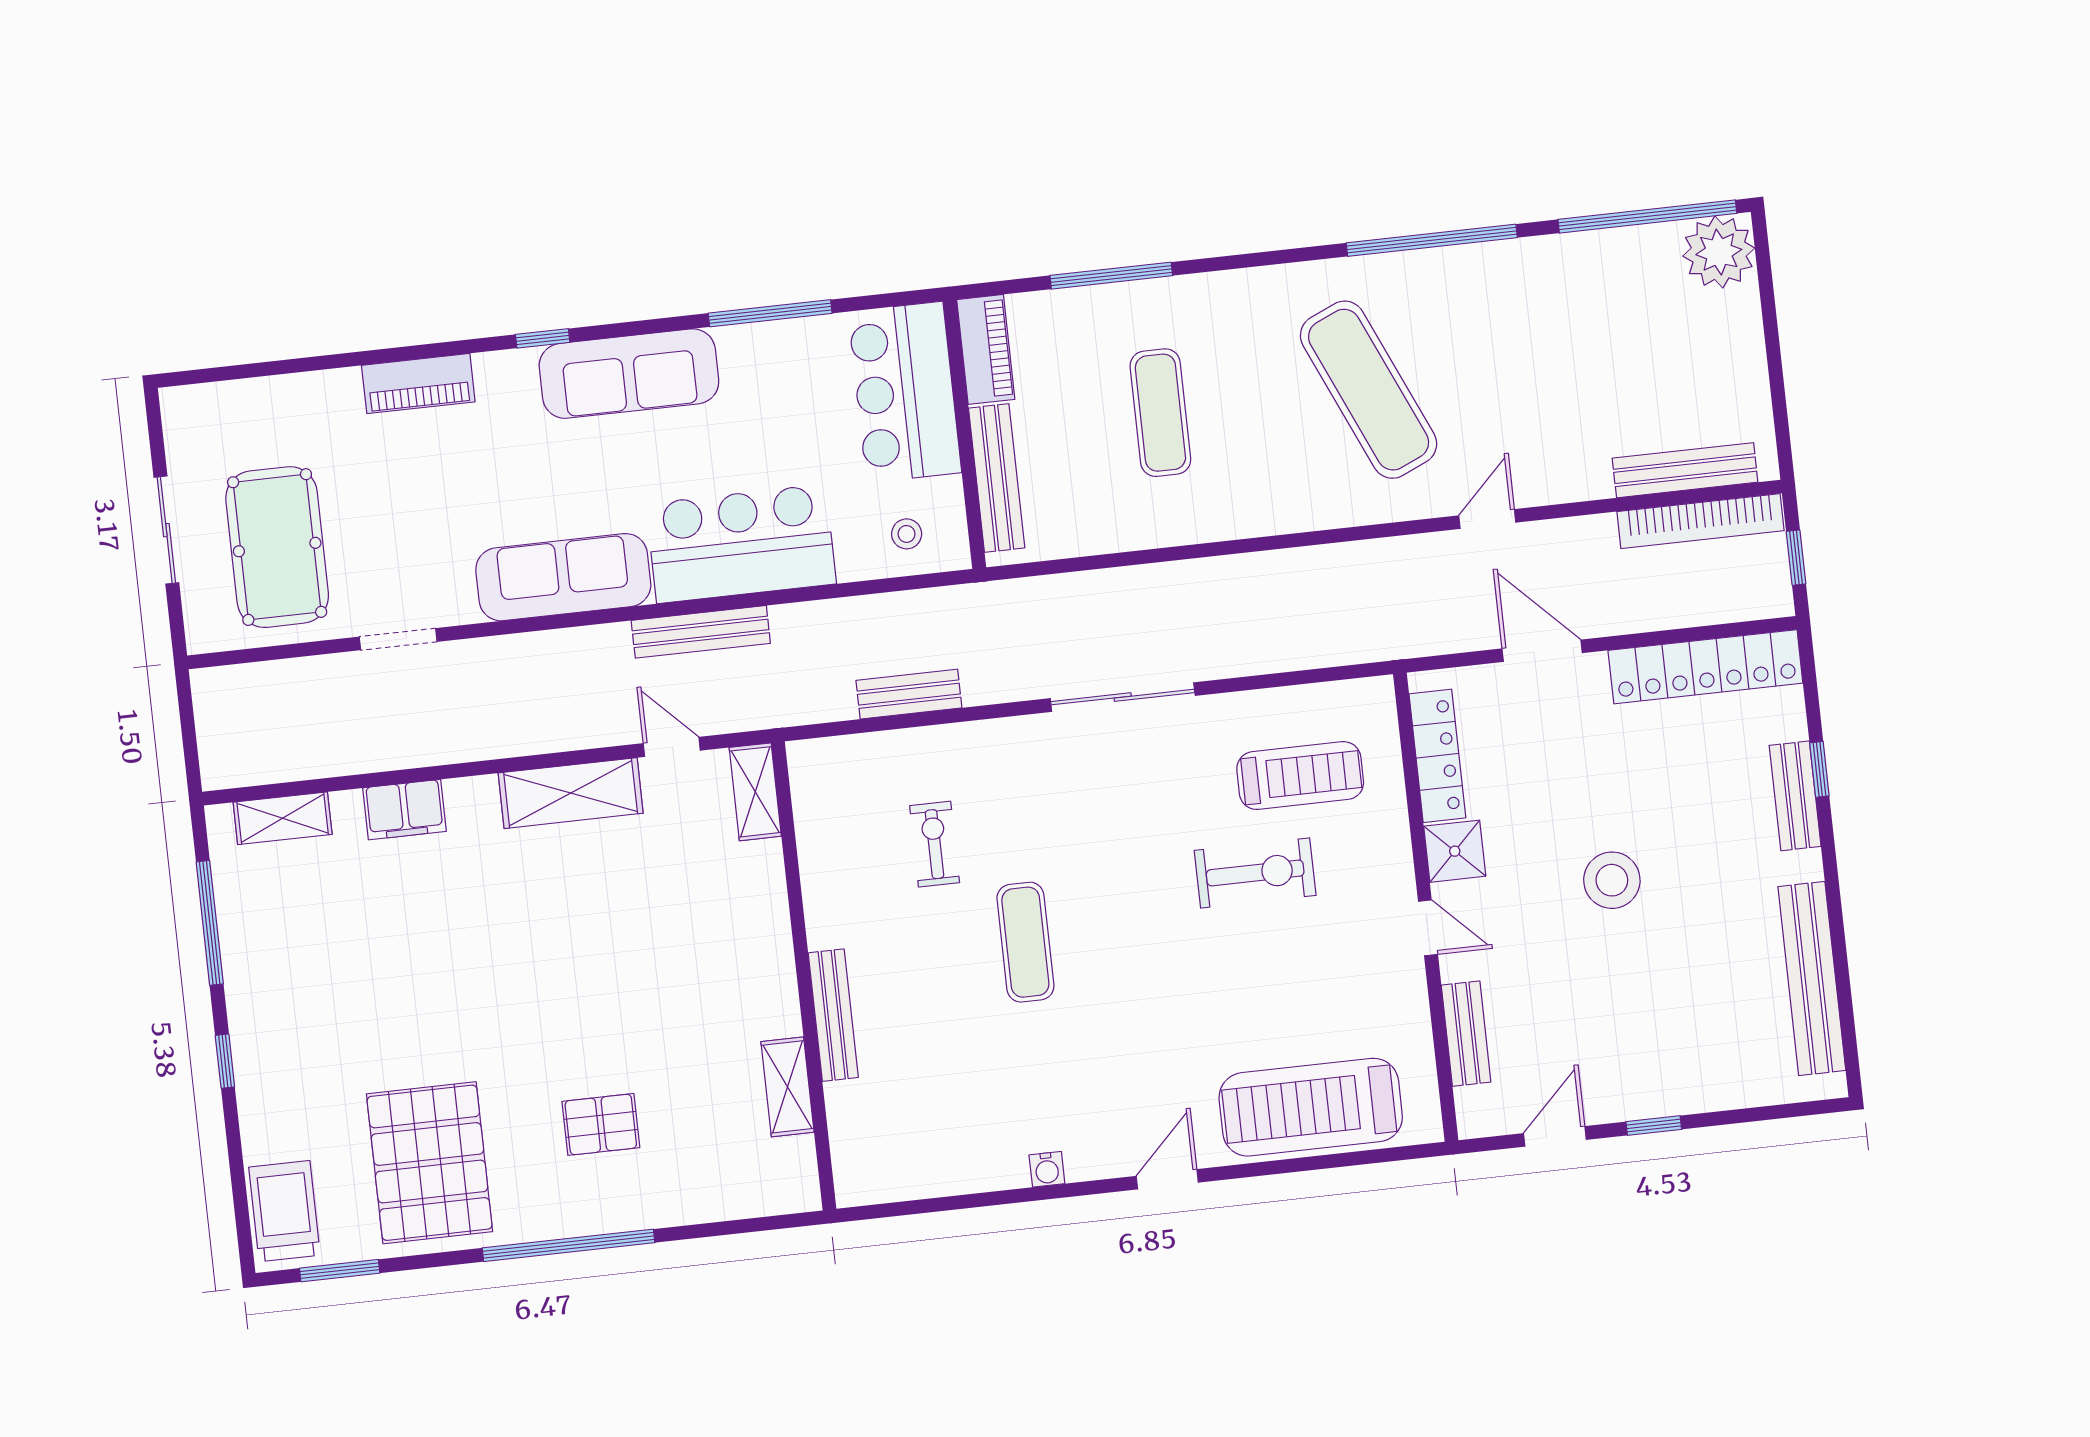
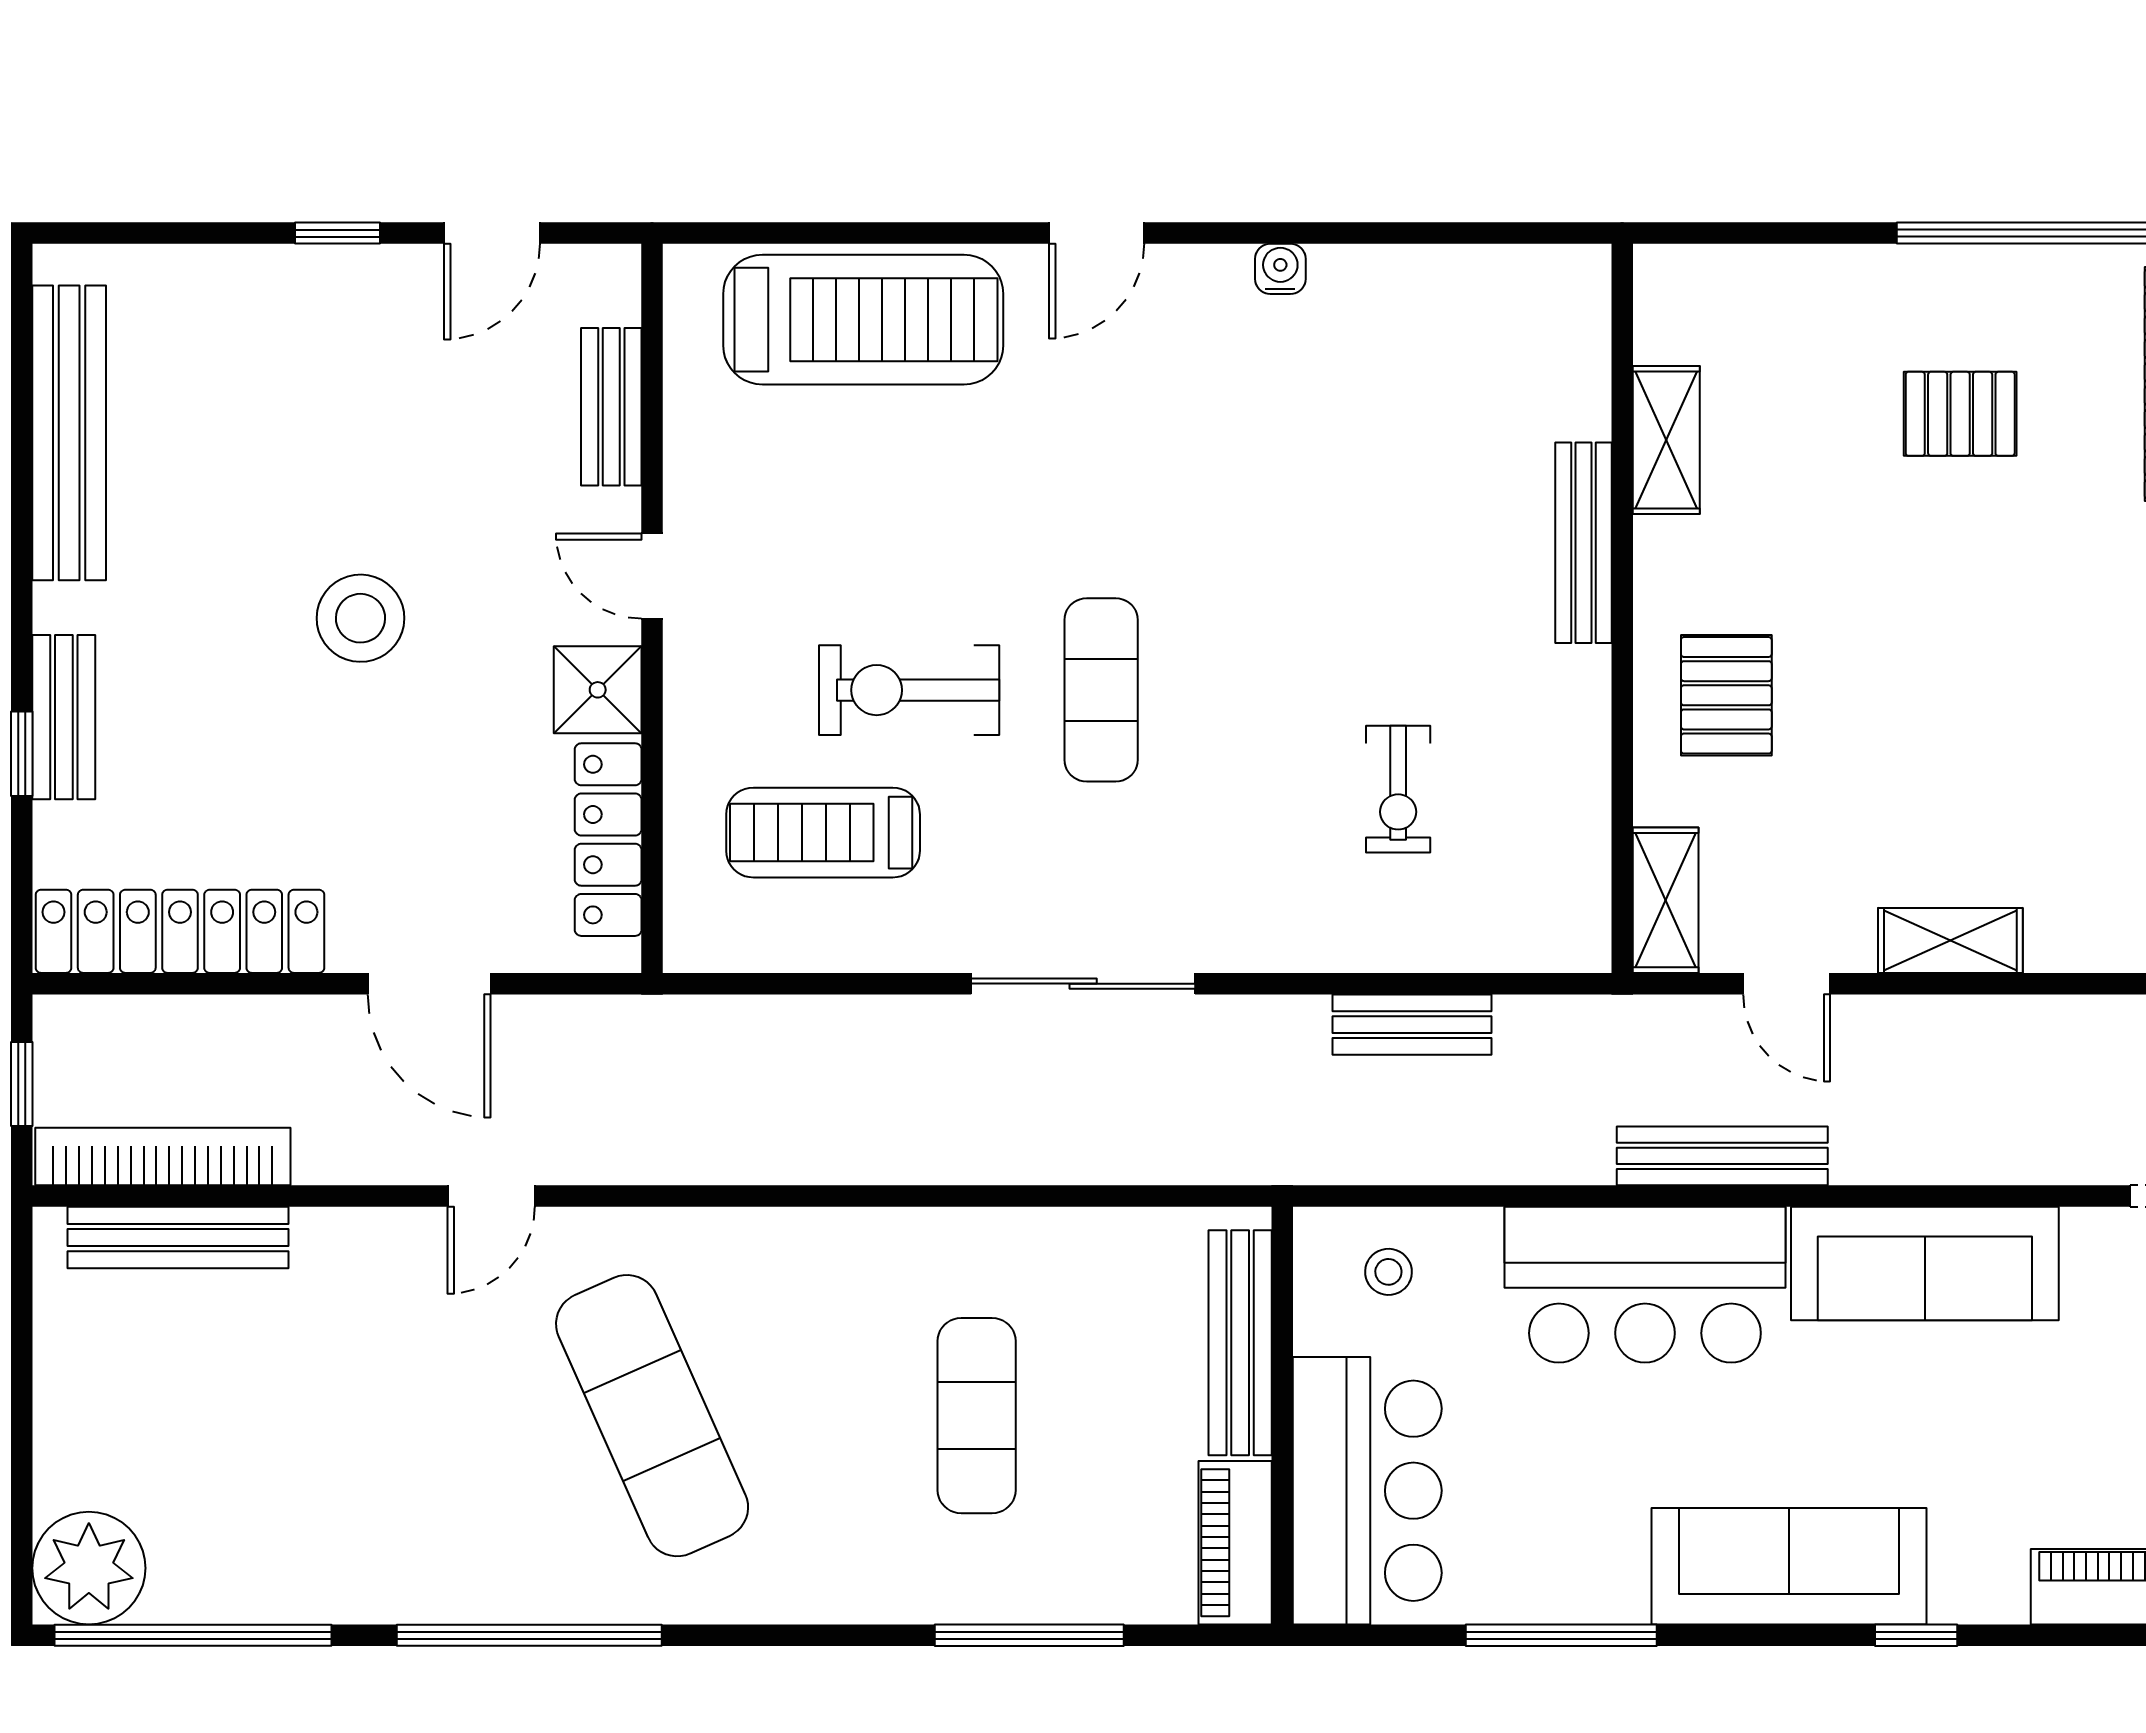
shelving: (571, 793) -> (1950, 941), width x0.67, depth x0.75
pallet: (731, 927) -> (1726, 695), added
exercise mat: (1025, 942) -> (1101, 690), moved

